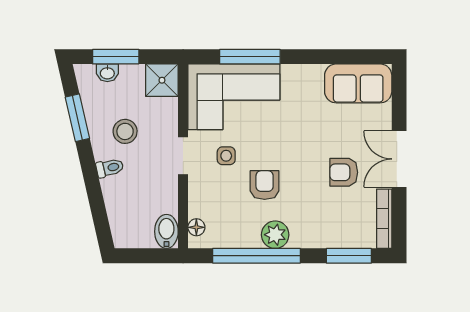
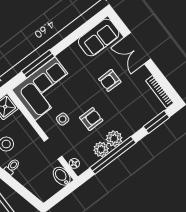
doorway: (183, 156) -> (53, 149), moved
double door: (399, 159) -> (137, 48), moved
armchair: (344, 172) -> (110, 80), moved
armchair: (265, 185) -> (91, 119), turned 90
plant: (247, 236) -> (101, 149), added

